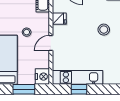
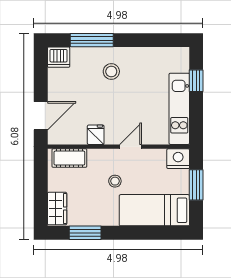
door: (51, 43) -> (130, 147), swing flipped
window: (79, 89) -> (196, 81), moved

